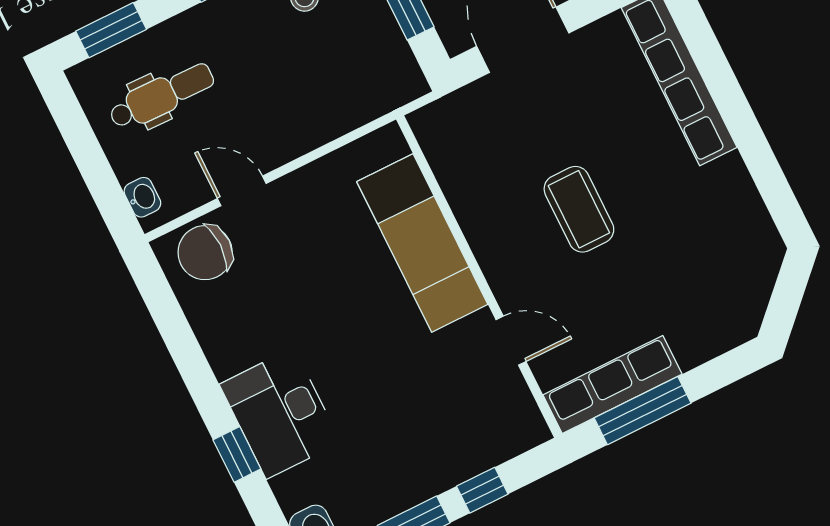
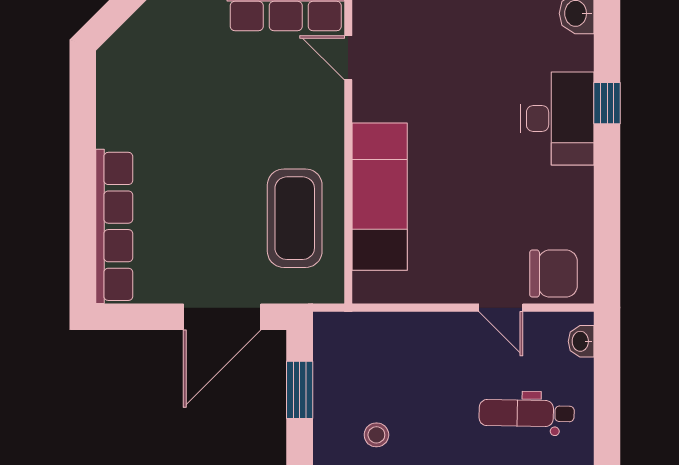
coffee table: (579, 209) -> (295, 218), moved, width x1.36, depth x1.32
door: (511, 341) -> (348, 58), moved

